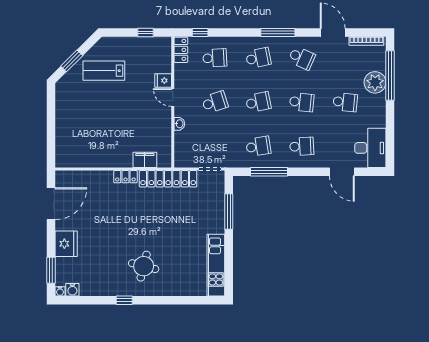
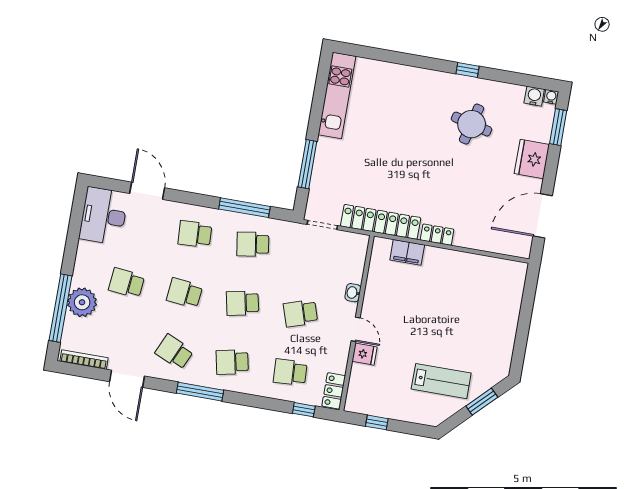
round table: (144, 266) -> (472, 124), moved

